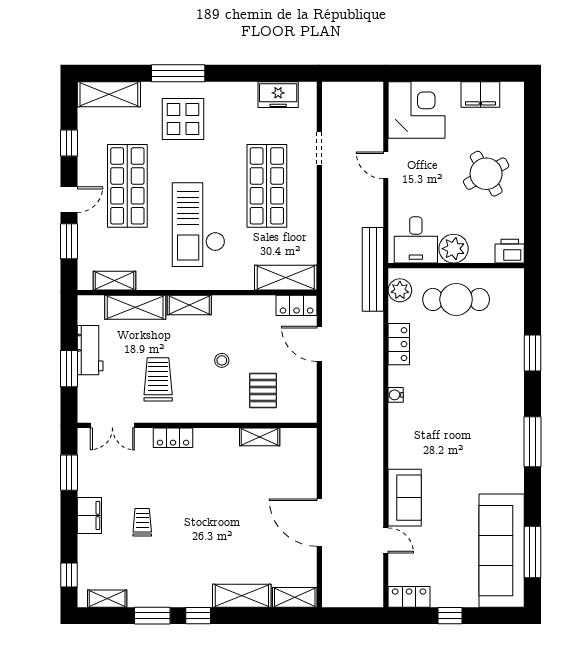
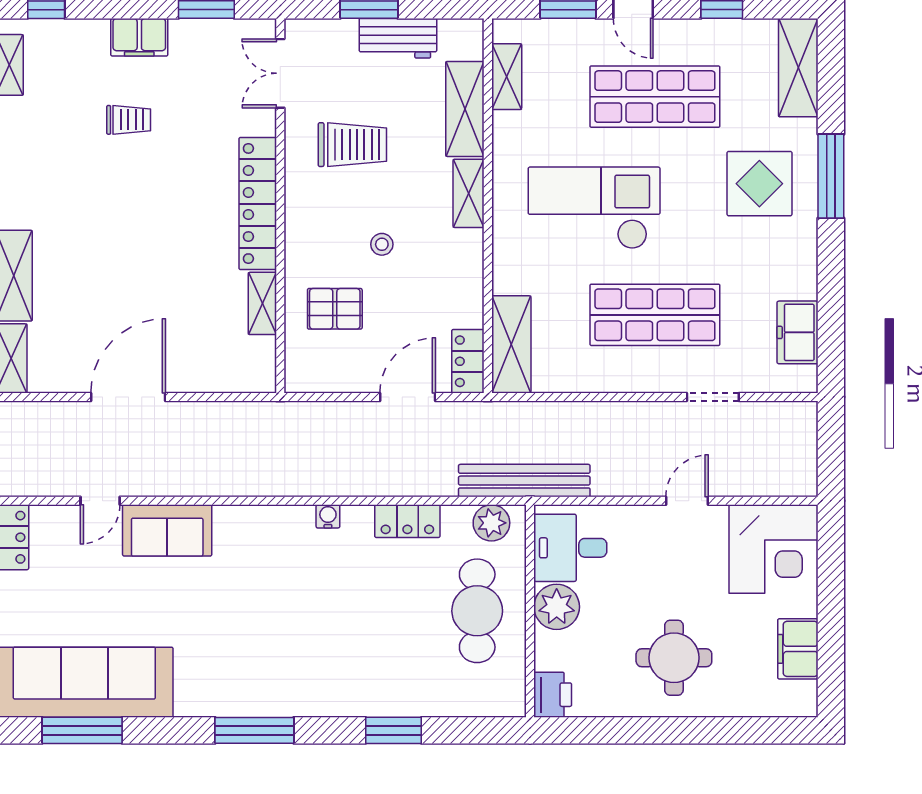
round table: (486, 174) -> (674, 658), turned 30
locker: (173, 438) -> (258, 204), width x2.16, depth x1.21

